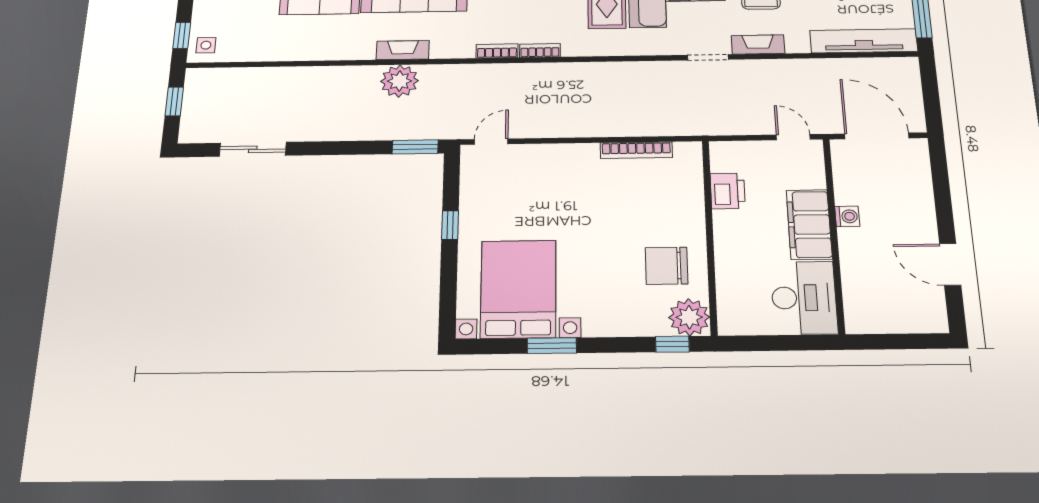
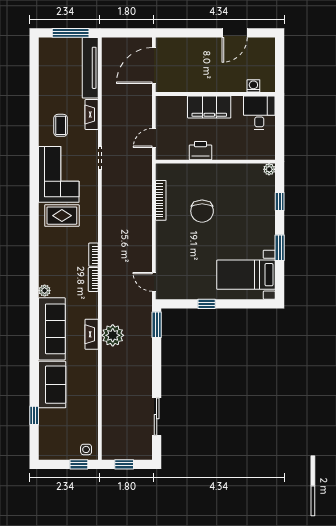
fireplace: (758, 44) -> (92, 115), moved
door: (793, 137) -> (154, 138), moved
printer: (728, 191) -> (201, 151), moved
washing machine: (847, 216) -> (253, 86), moved
chair: (667, 266) -> (202, 211), moved
bed with nightstands: (518, 289) -> (246, 275), width x0.73
desk: (804, 298) -> (259, 113), width x0.73
plant: (689, 317) -> (269, 169), width x0.53, depth x0.53
window: (672, 344) -> (280, 202), moved

